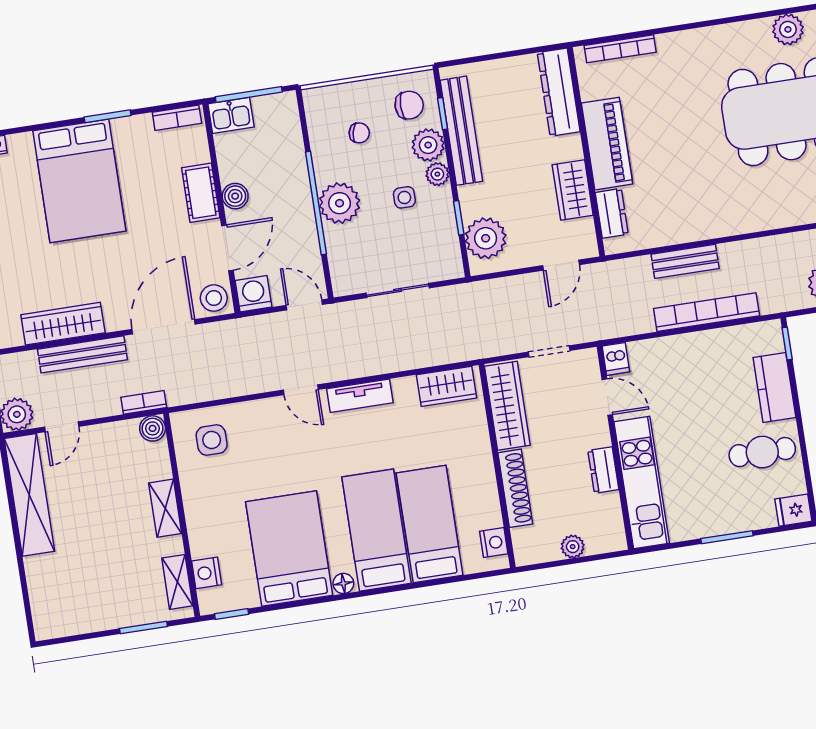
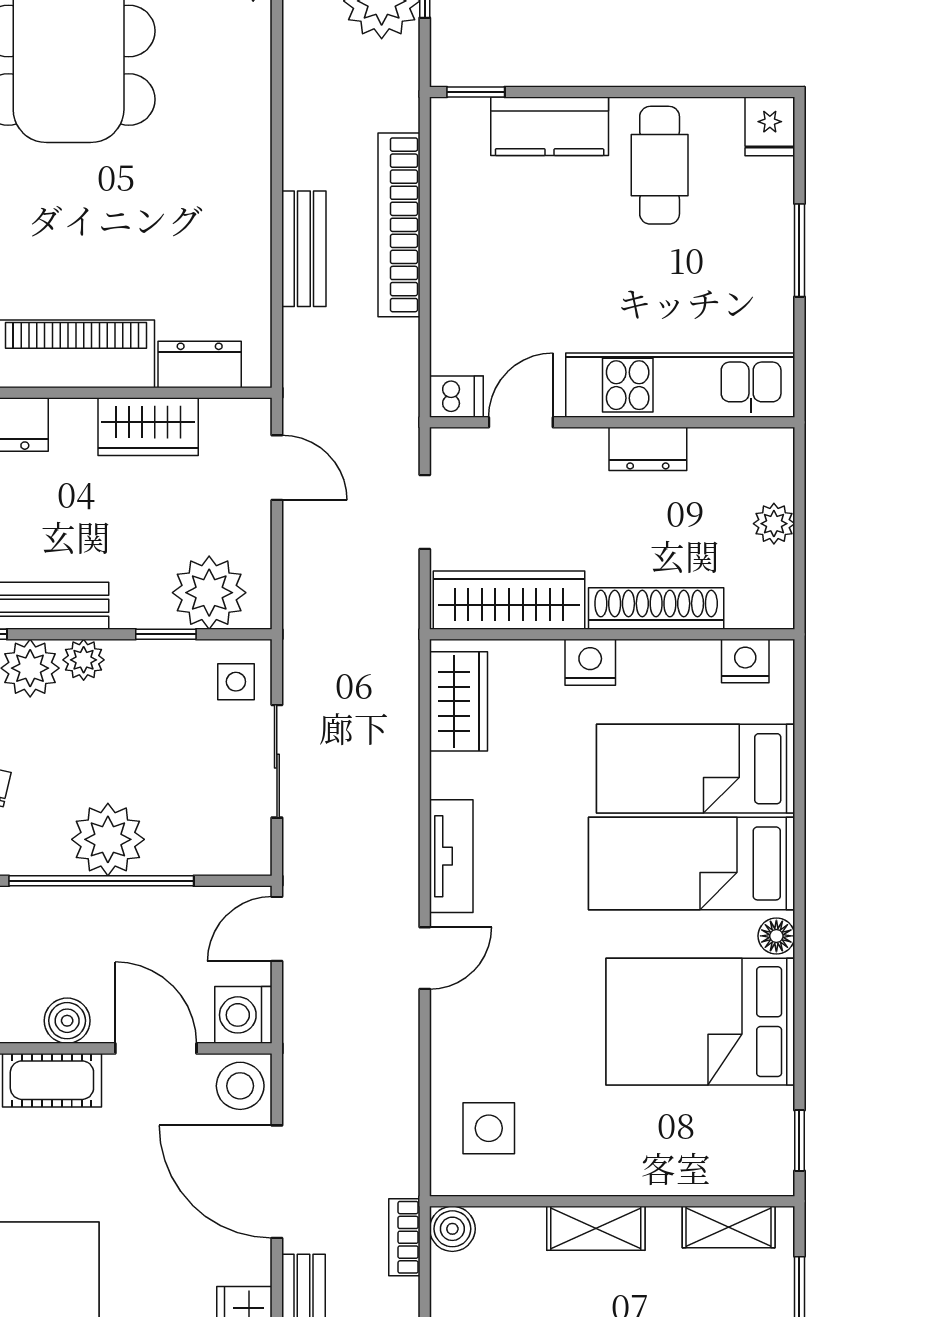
side table: (404, 197) -> (236, 682), moved
nightstand: (207, 573) -> (590, 662), moved, turned 180

